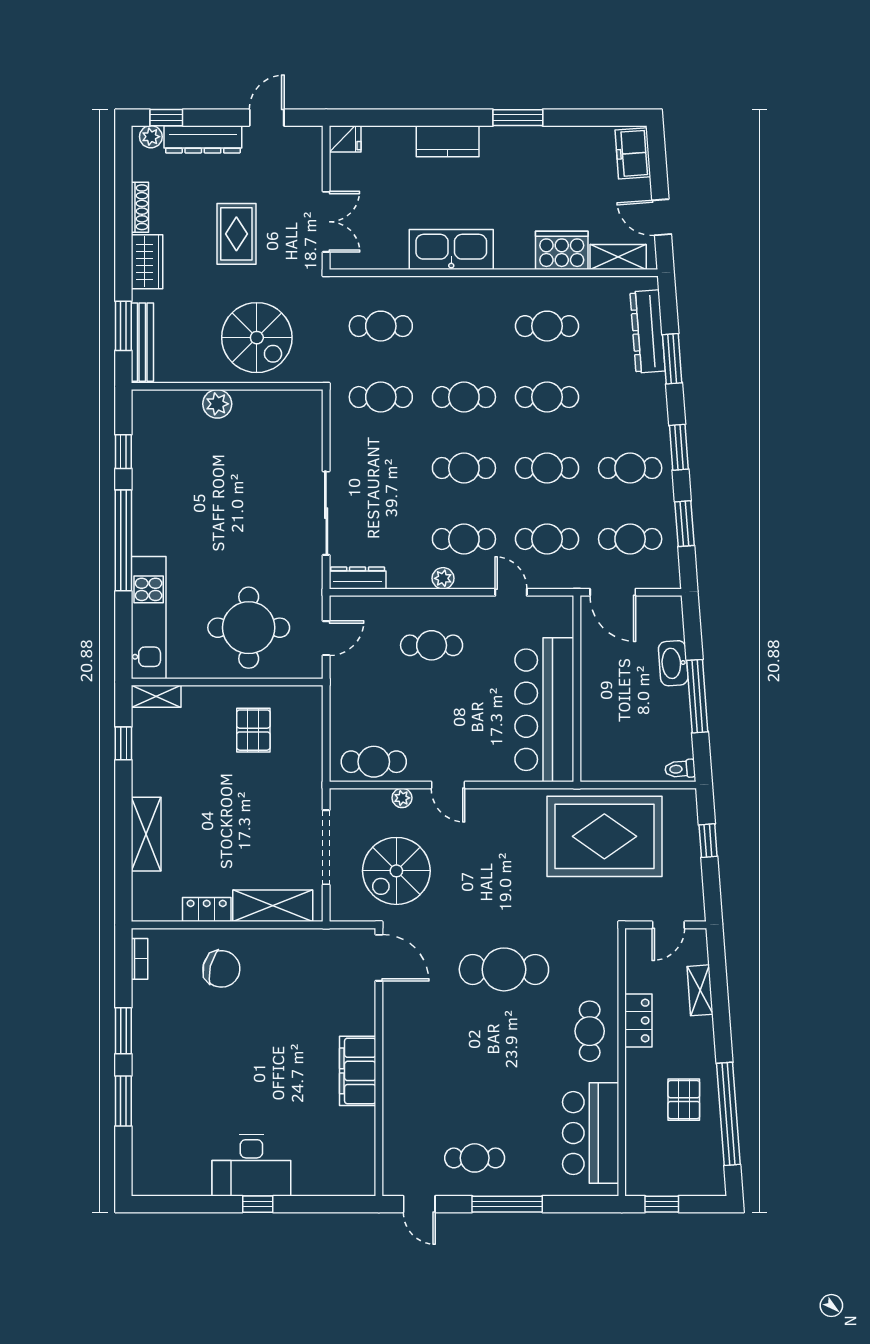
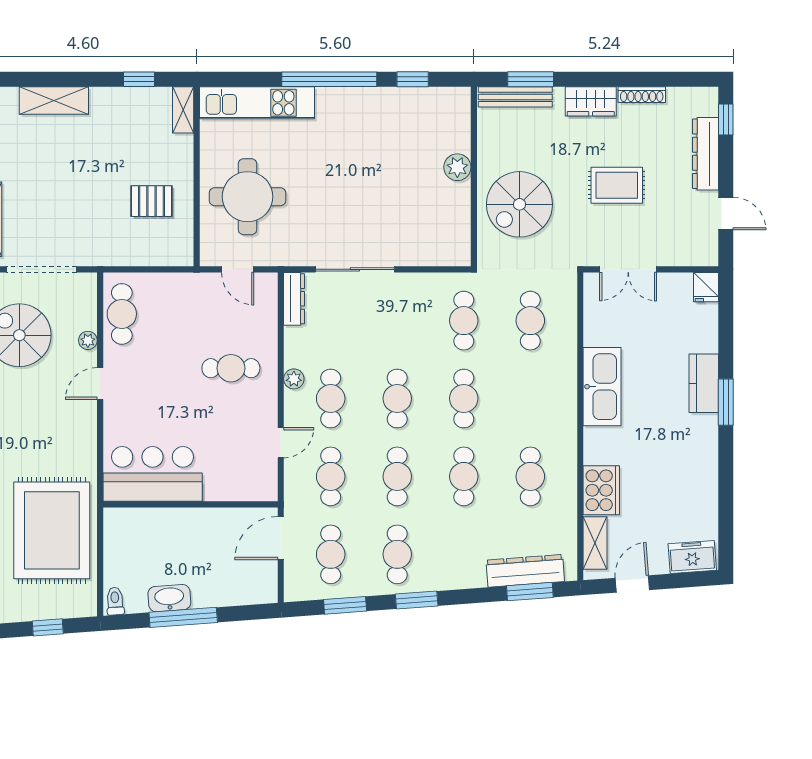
window: (518, 118) -> (726, 402), moved
plant: (151, 137) -> (708, 105), removed
window: (672, 359) -> (530, 592), moved
cafe table: (432, 645) -> (231, 368), turned 90
washbasin: (673, 663) -> (169, 598), moved
bar counter: (544, 710) -> (153, 474), width x0.73

